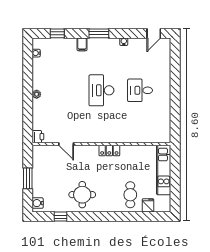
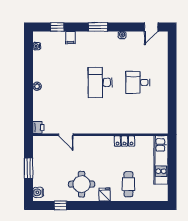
filing cabinet: (82, 44) -> (70, 38), moved
locker: (109, 150) -> (124, 141), moved
fridge: (148, 205) -> (105, 194), moved

